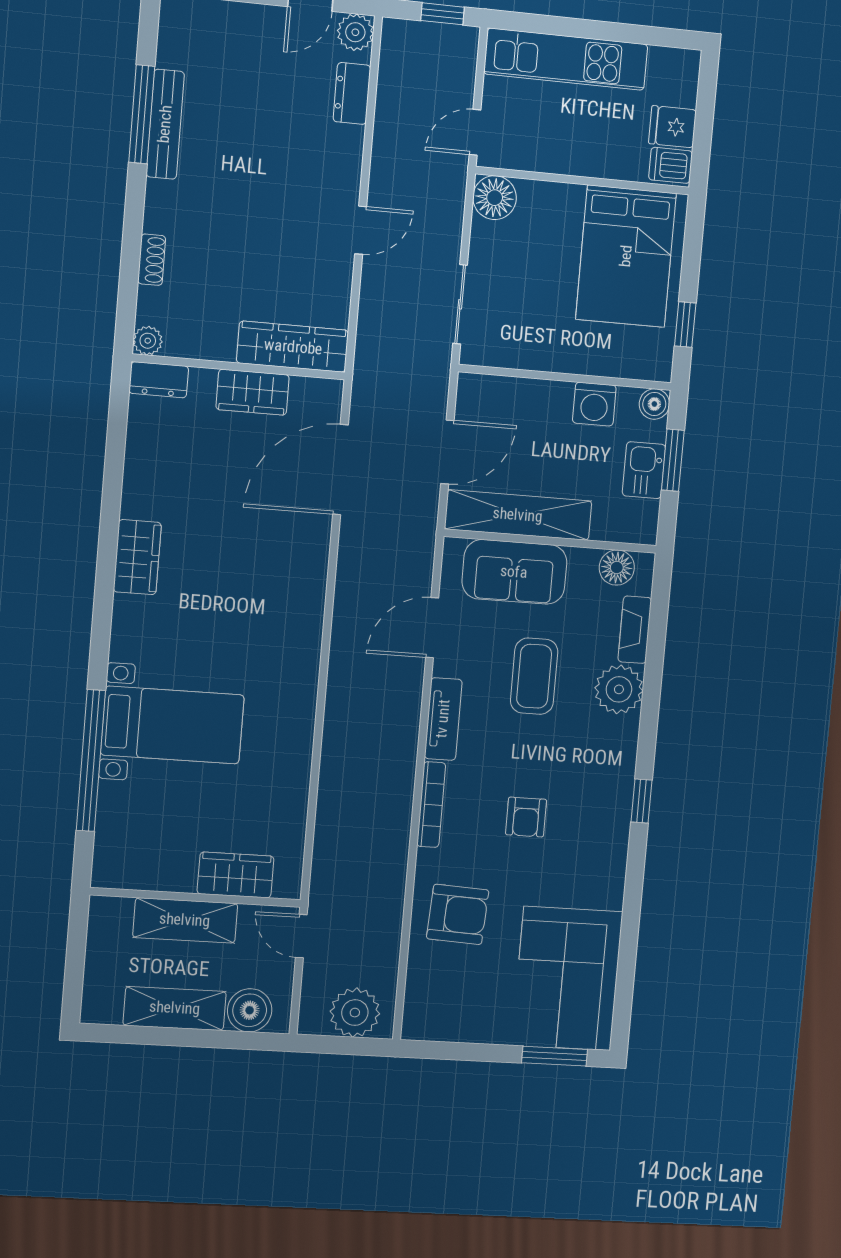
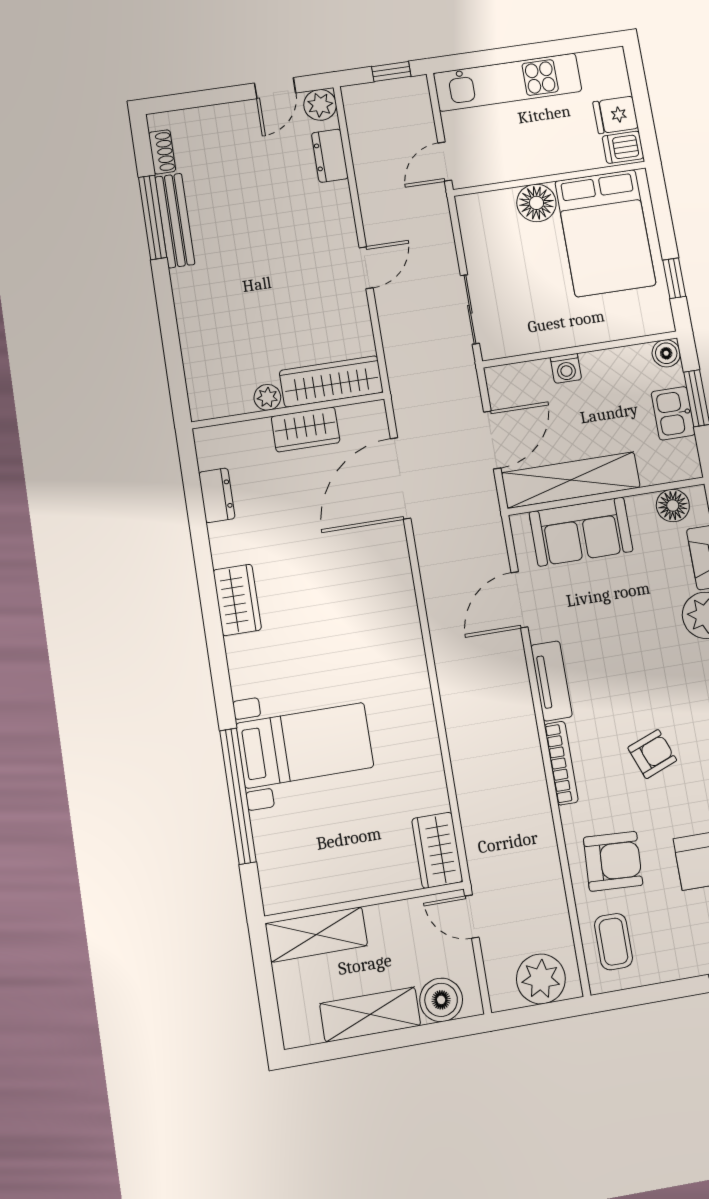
floor lamp: (495, 198) -> (536, 203), moved
shoe rack: (152, 260) -> (162, 152), moved
plant: (148, 341) -> (267, 397), moved
dresser: (159, 380) -> (217, 495), moved, turned -90
washing machine: (594, 404) -> (566, 368), moved, width x0.73, depth x0.73
coffee table: (534, 676) -> (613, 942), moved, width x0.73, depth x0.77
armchair: (526, 817) -> (652, 754), turned -111
wardrobe: (235, 875) -> (437, 850), moved, turned -90
shelving: (185, 920) -> (316, 934), moved

